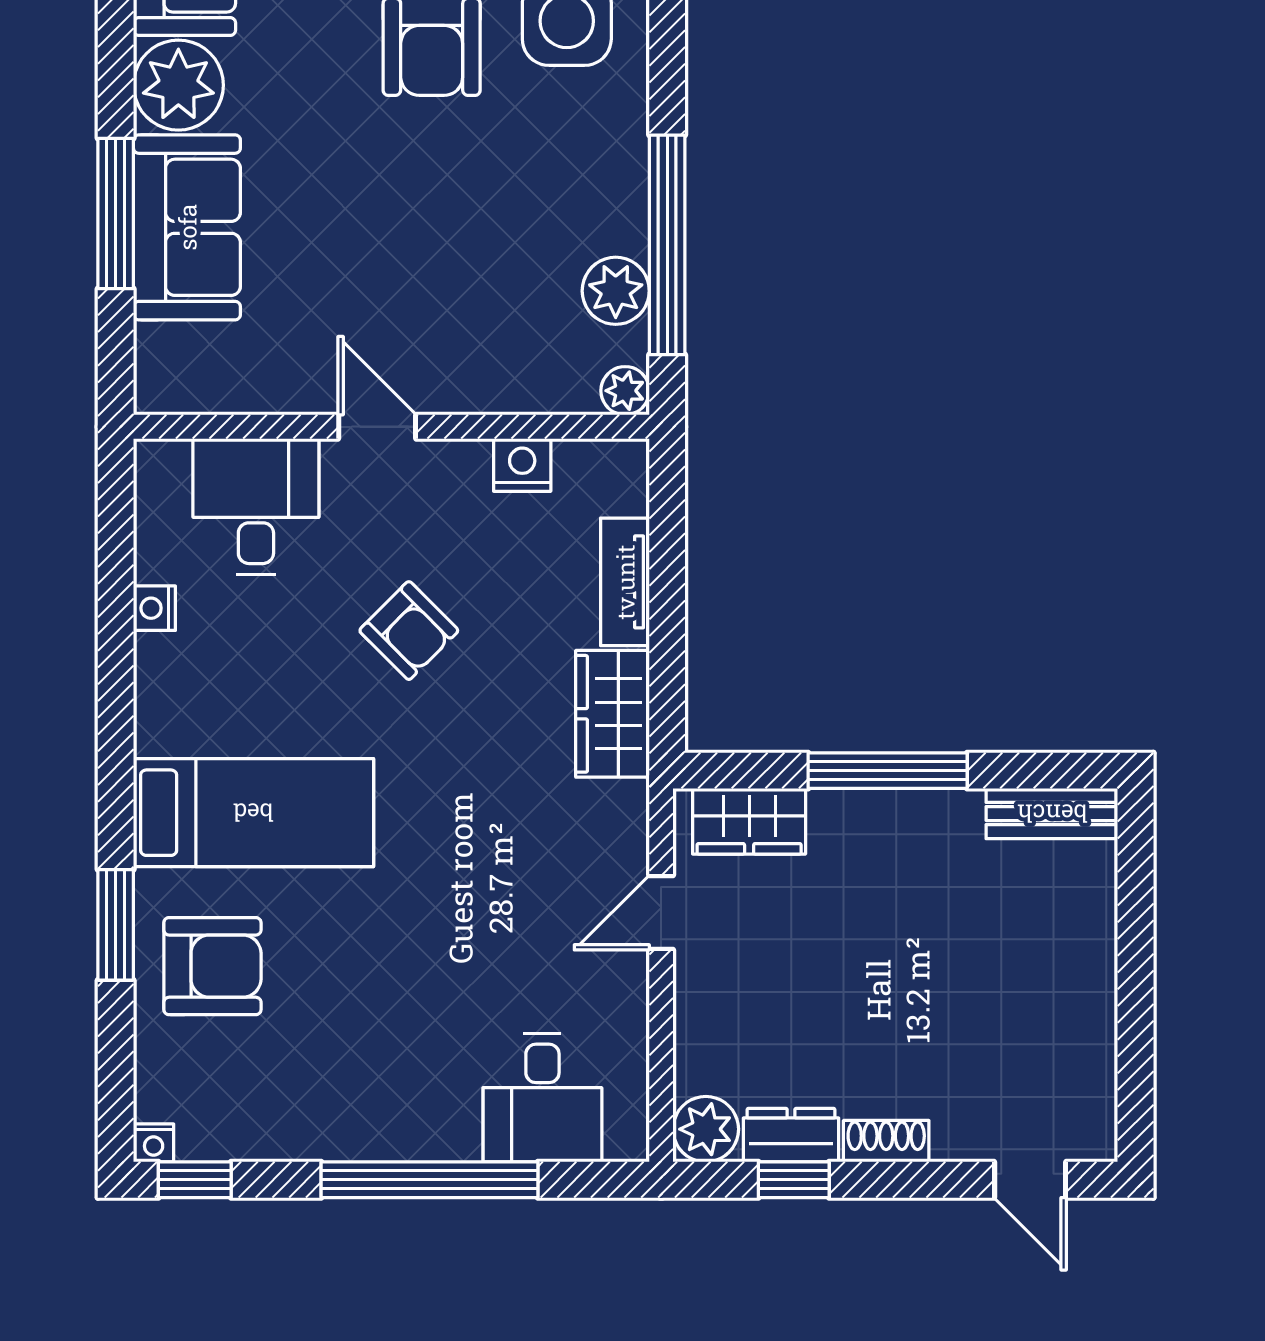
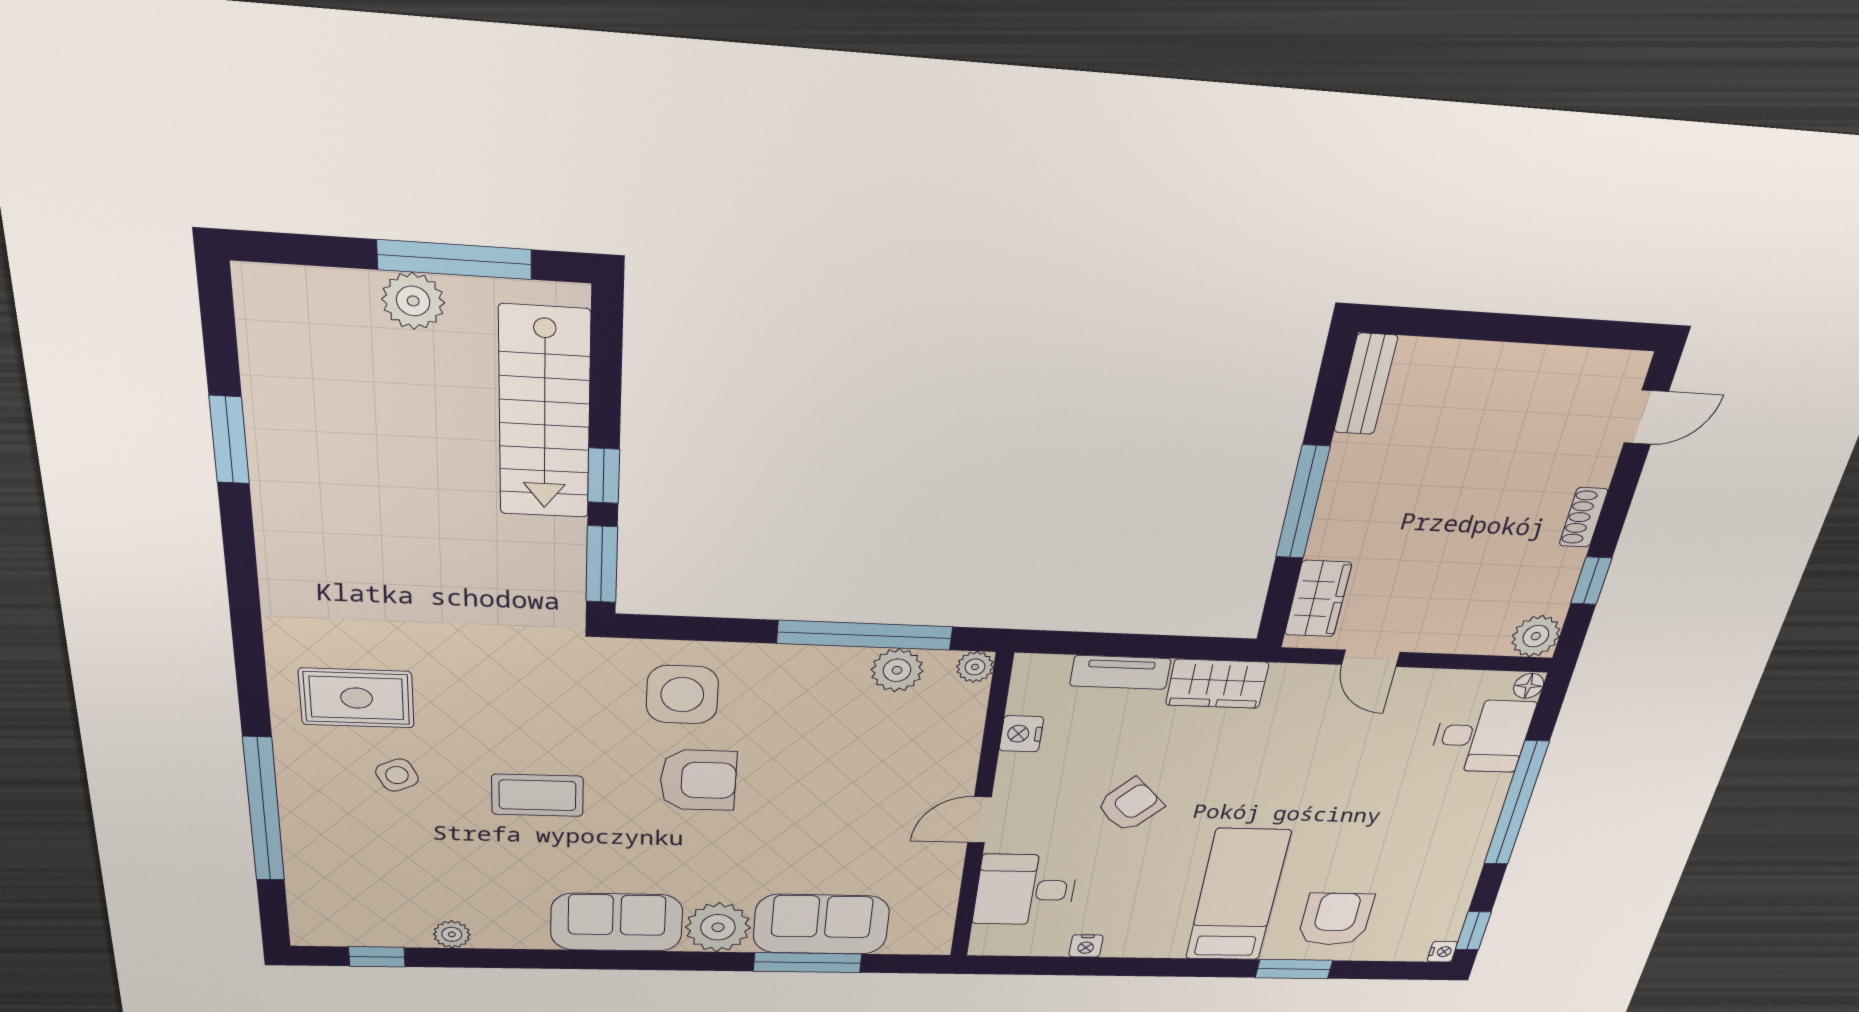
dresser: (791, 1135) -> (1558, 581), removed
floor lamp: (627, 1142) -> (1529, 686), added

